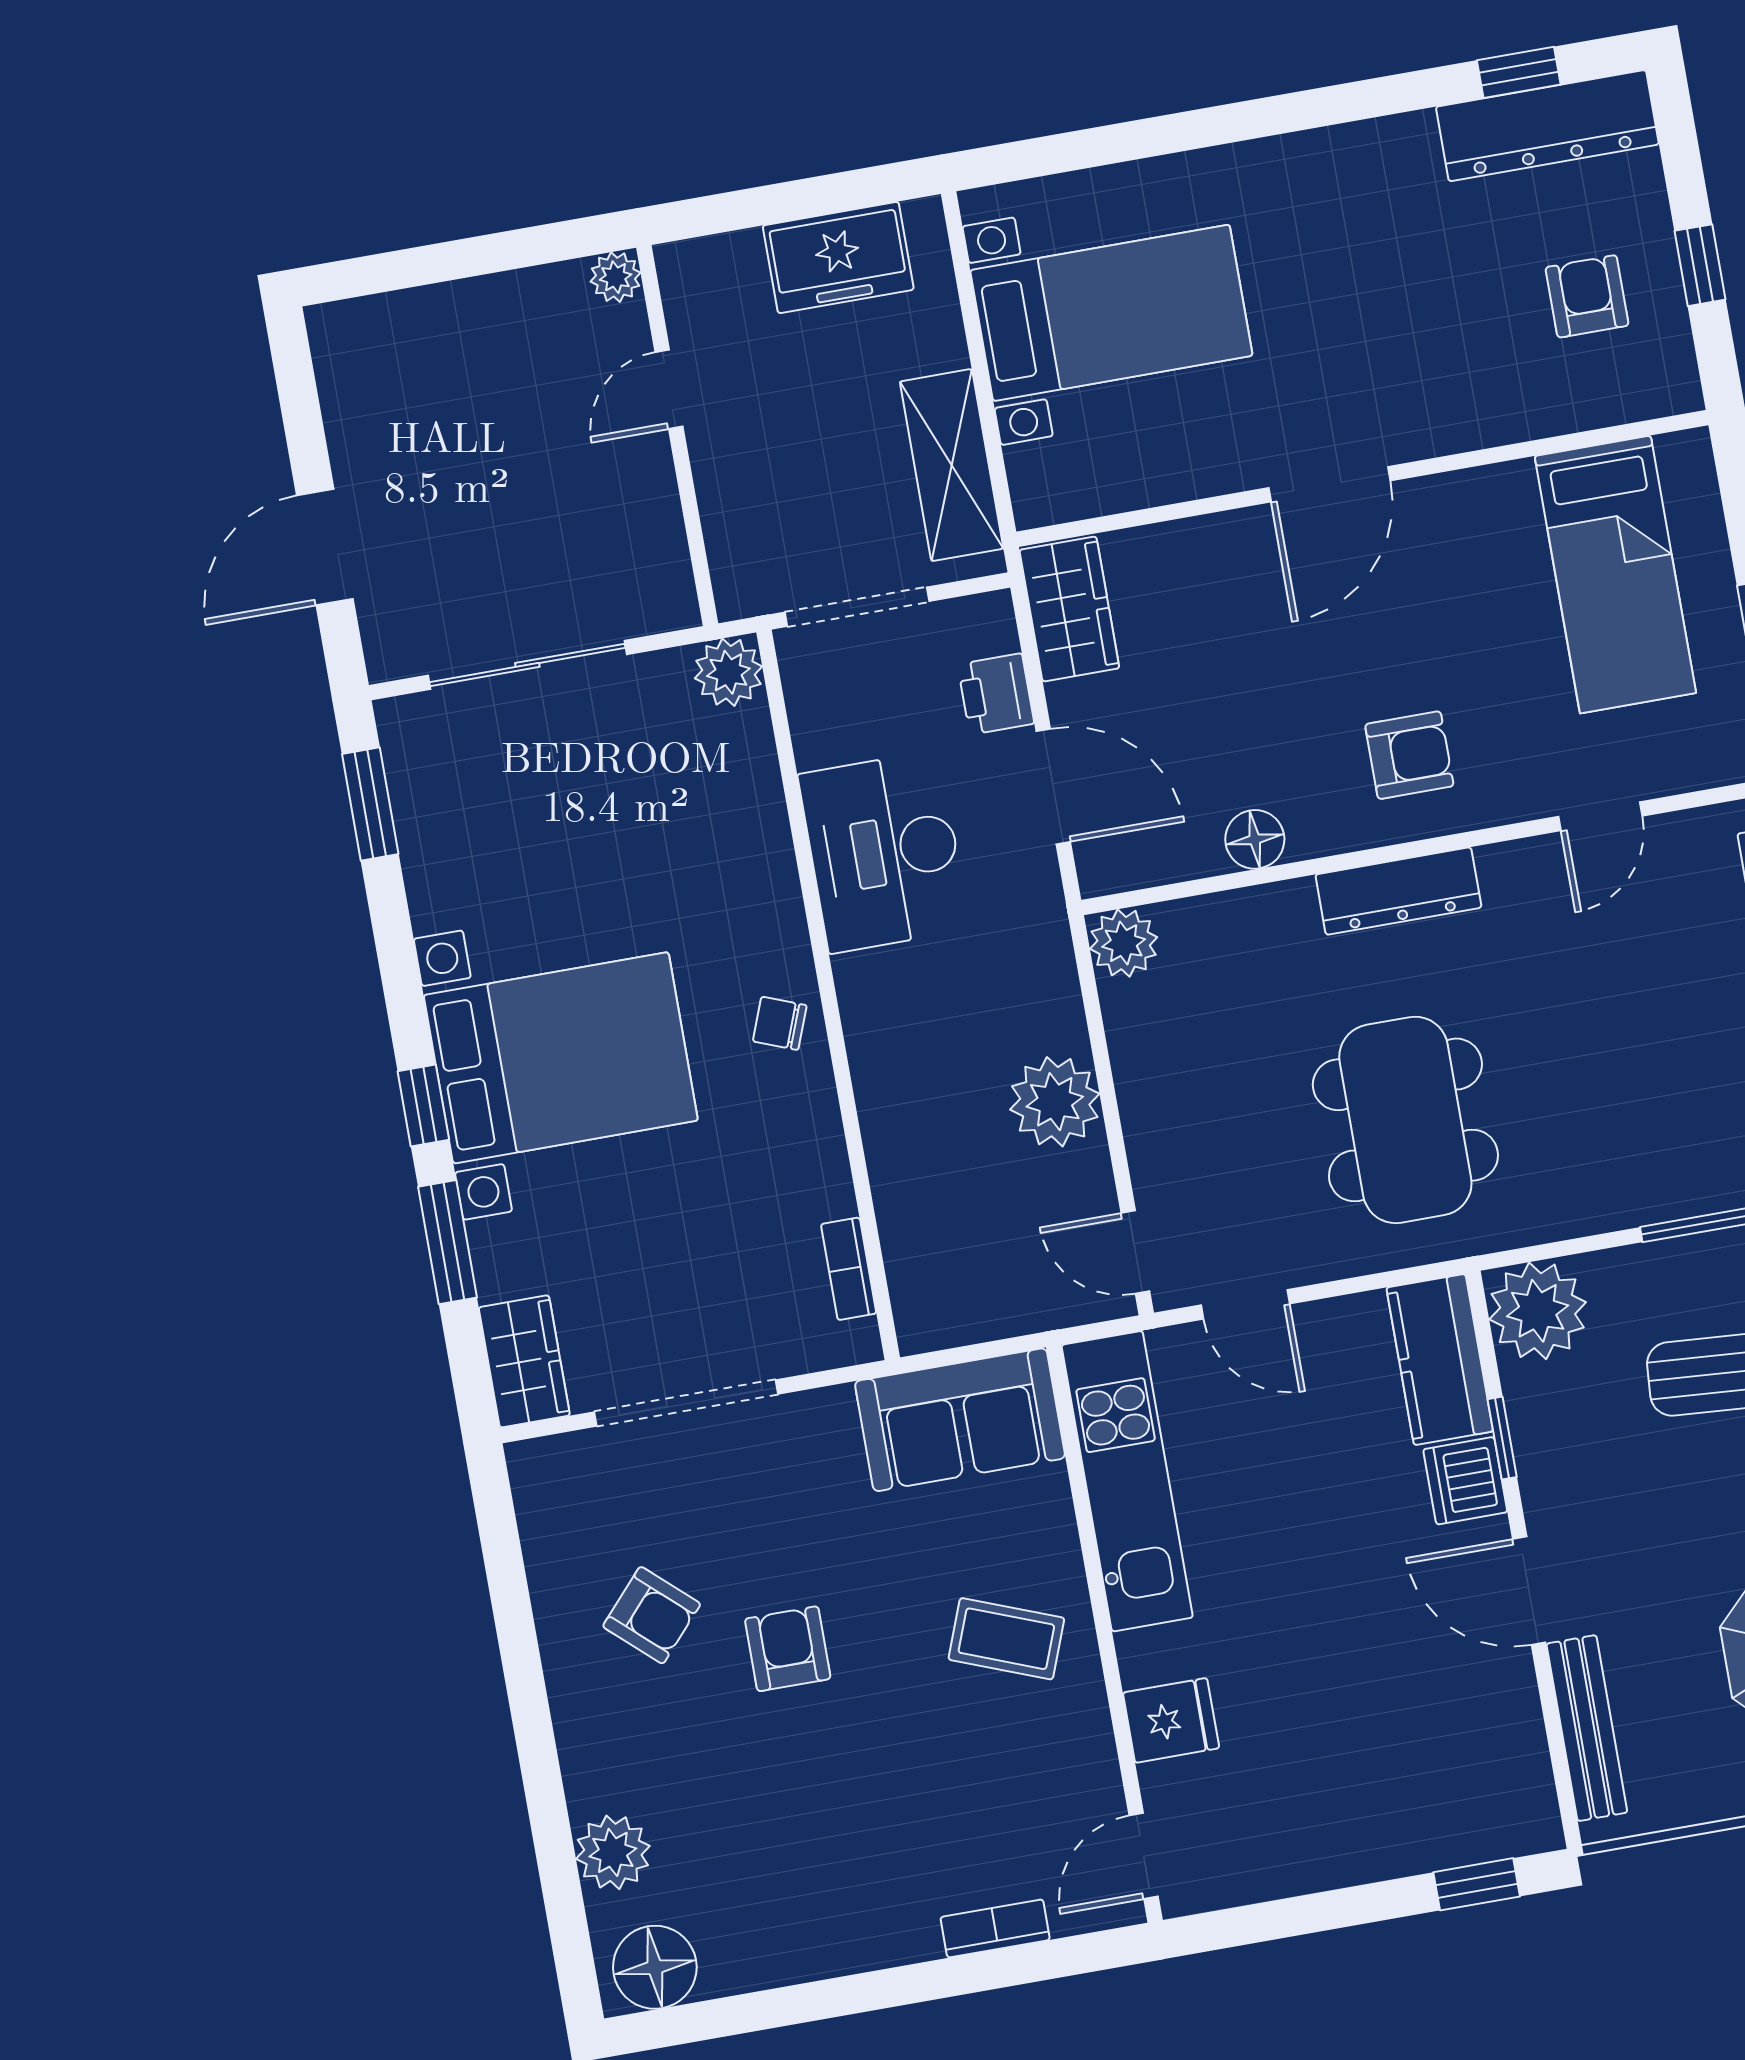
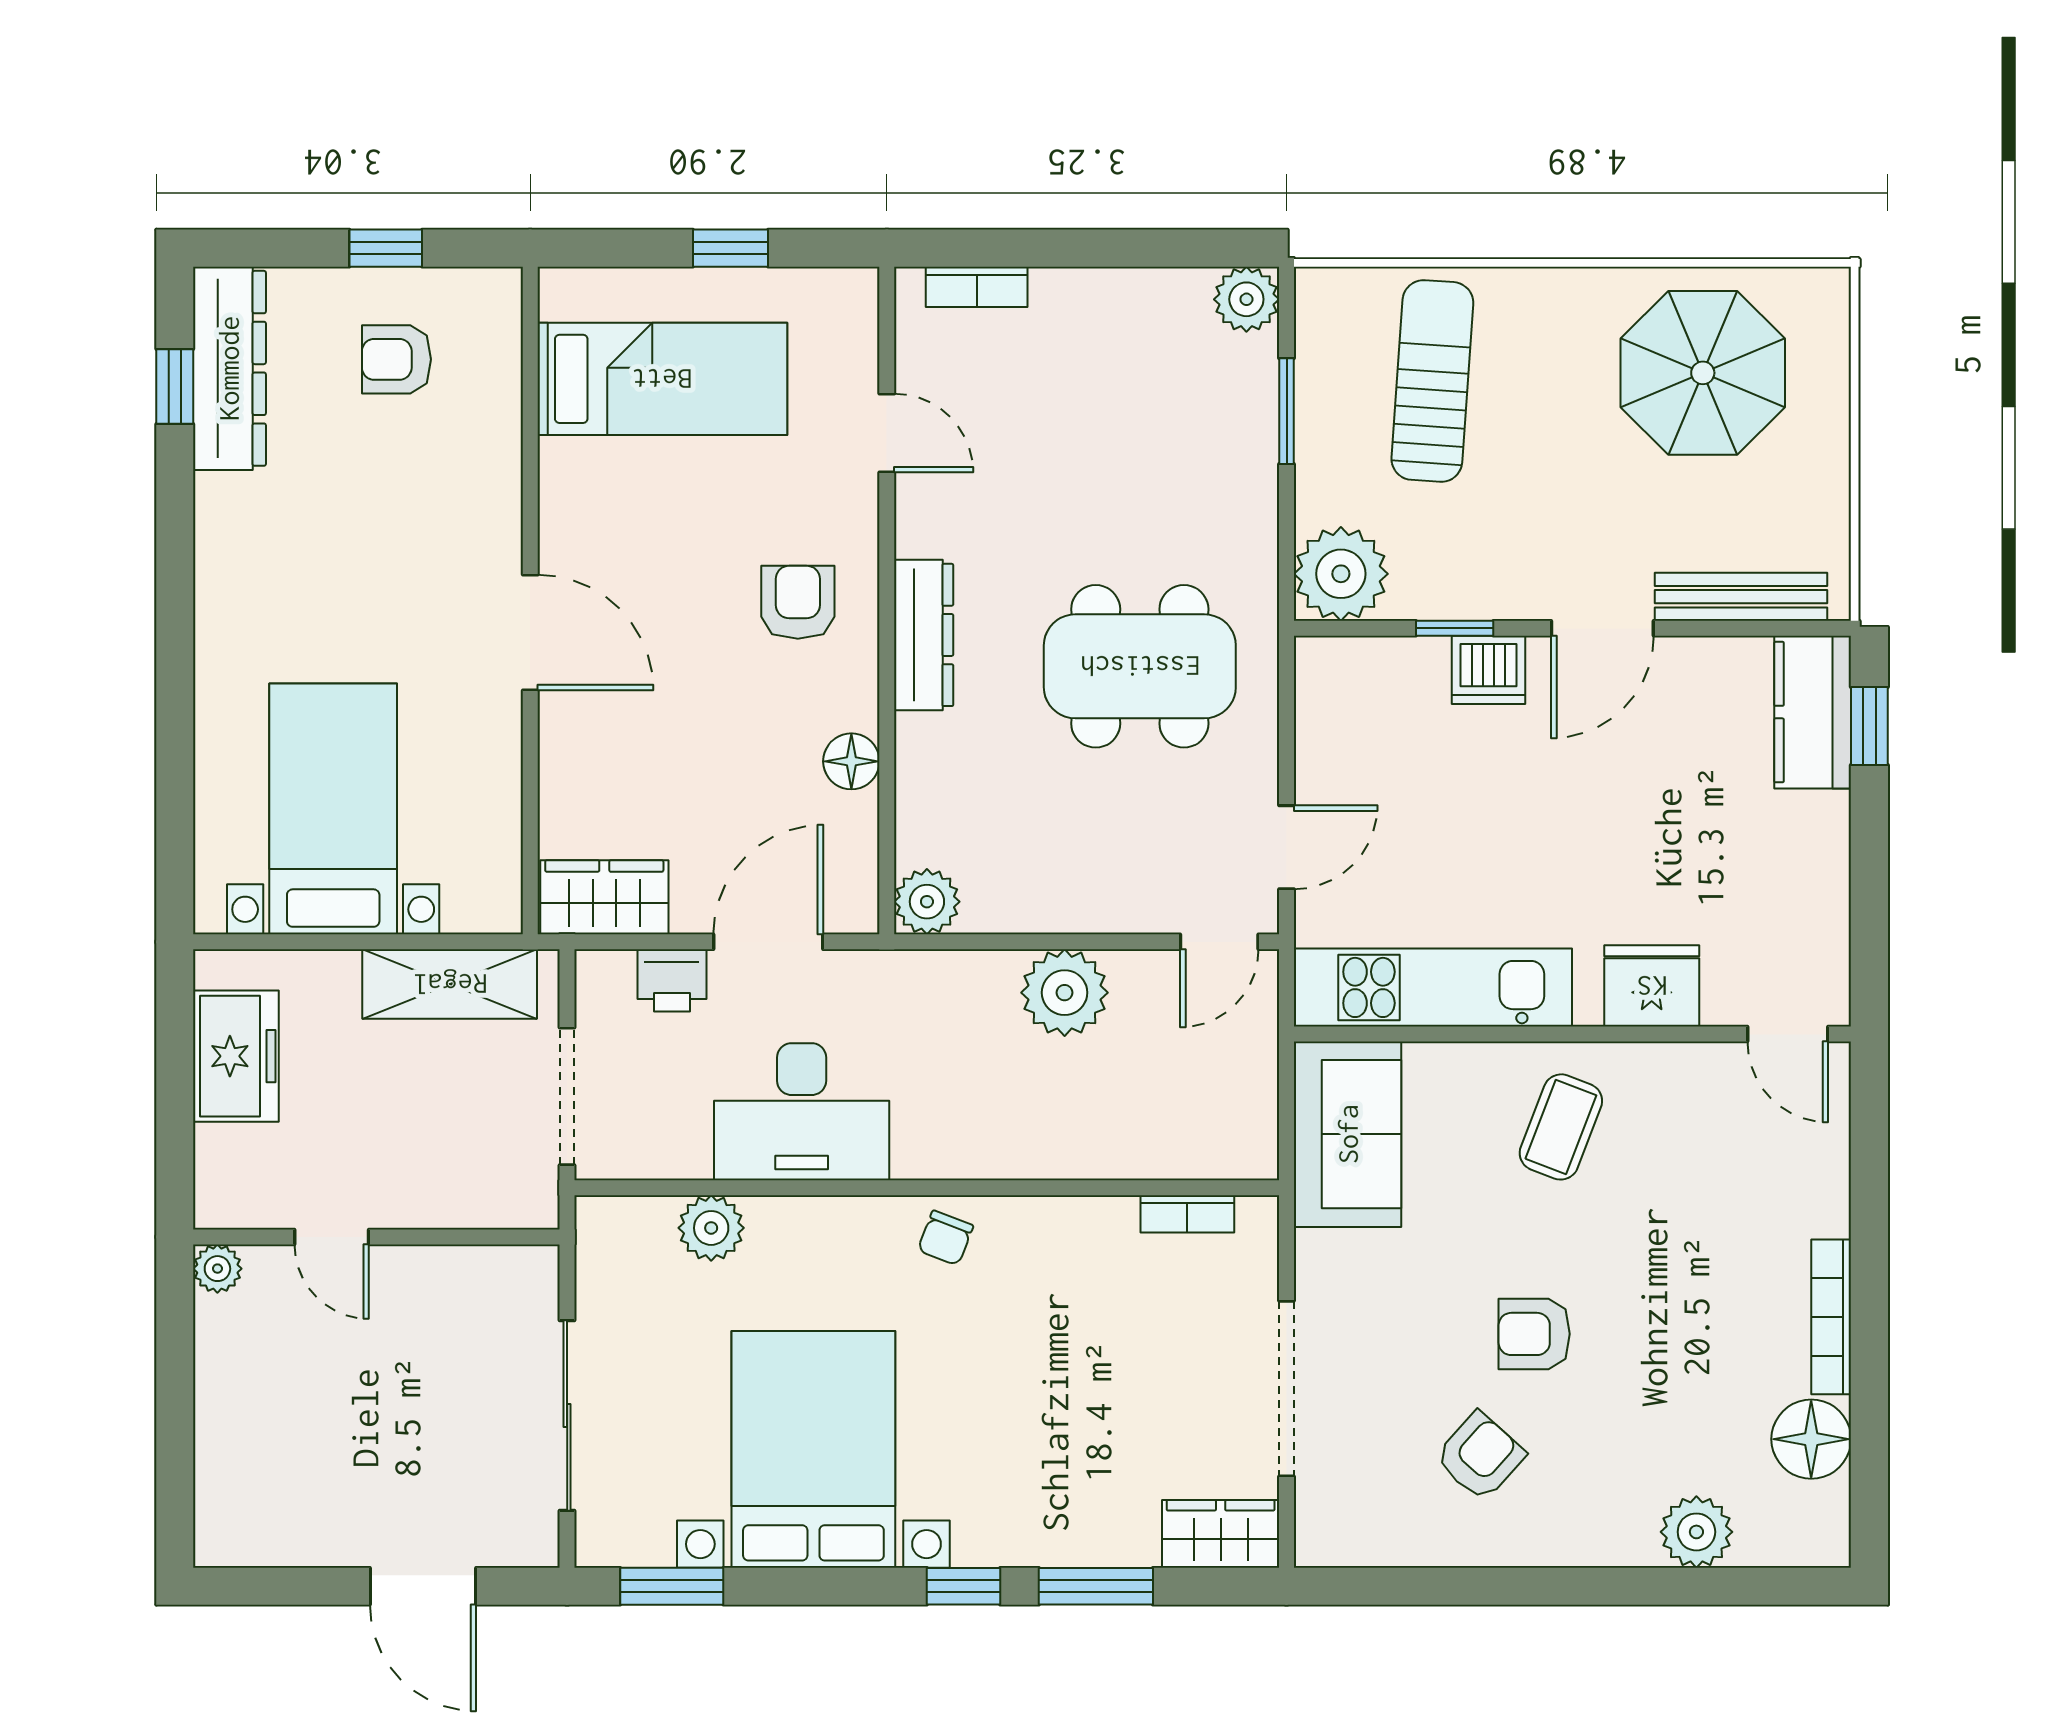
plant: (728, 672) -> (711, 1228), moved
bed with nightstands: (561, 1058) -> (813, 1449), moved
kitchen counter: (1440, 1359) -> (1813, 712), moved, turned 90
fridge: (1171, 1720) -> (1652, 986), width x1.38
bookcase: (995, 1928) -> (1831, 1317), moved, width x1.56
floor lamp: (655, 1967) -> (1811, 1439), moved

